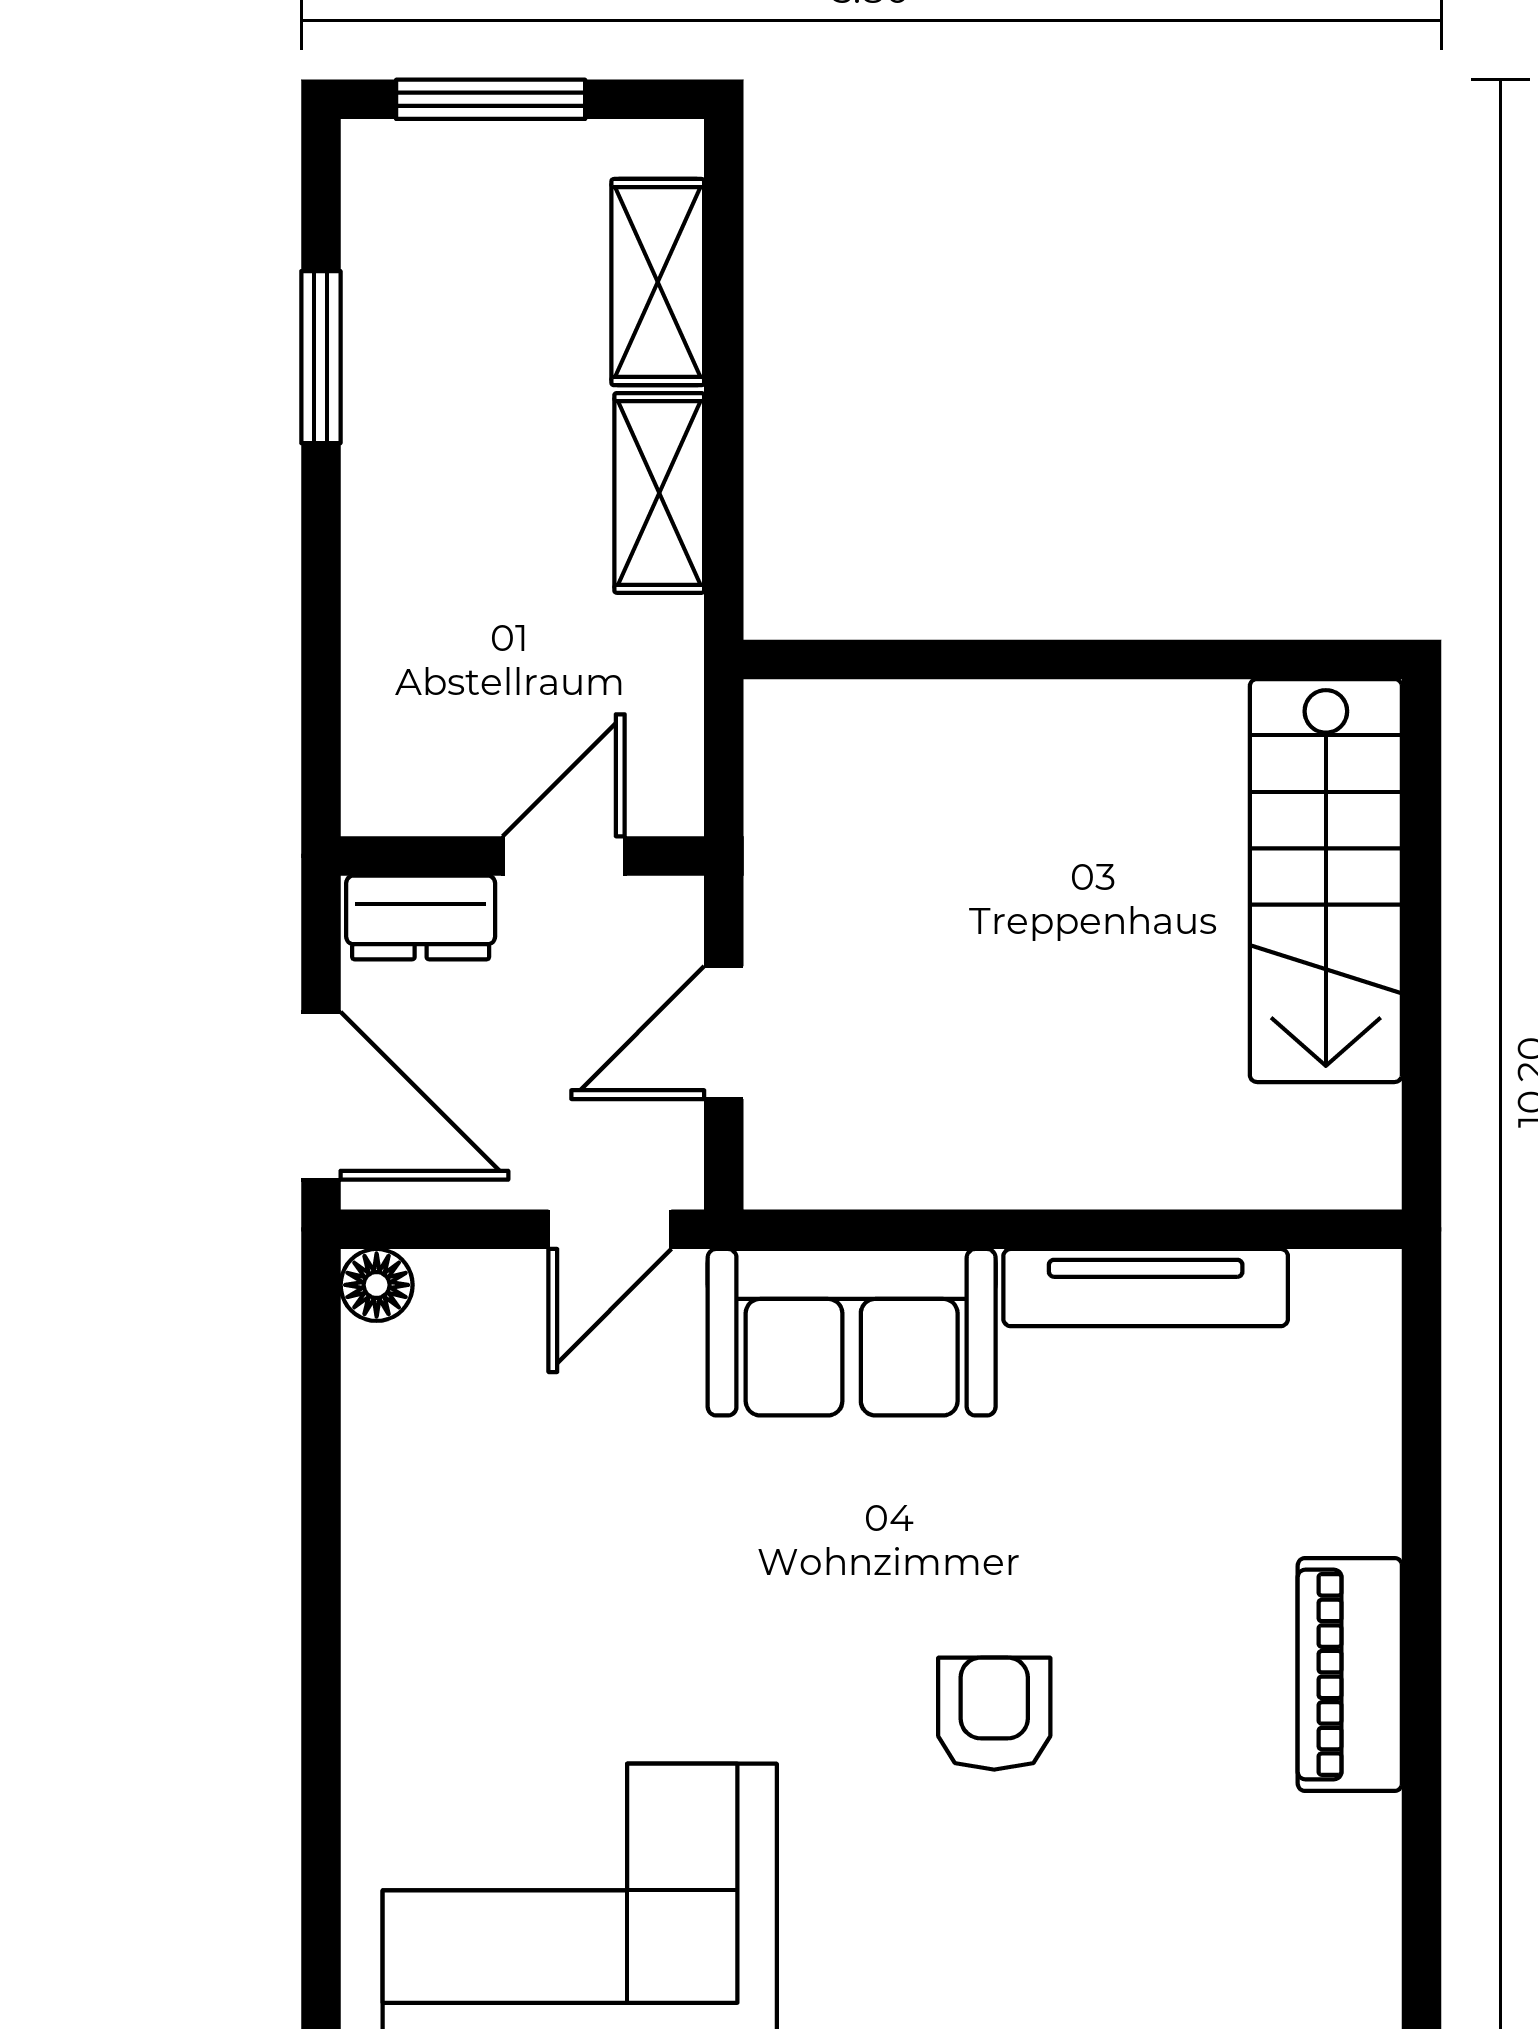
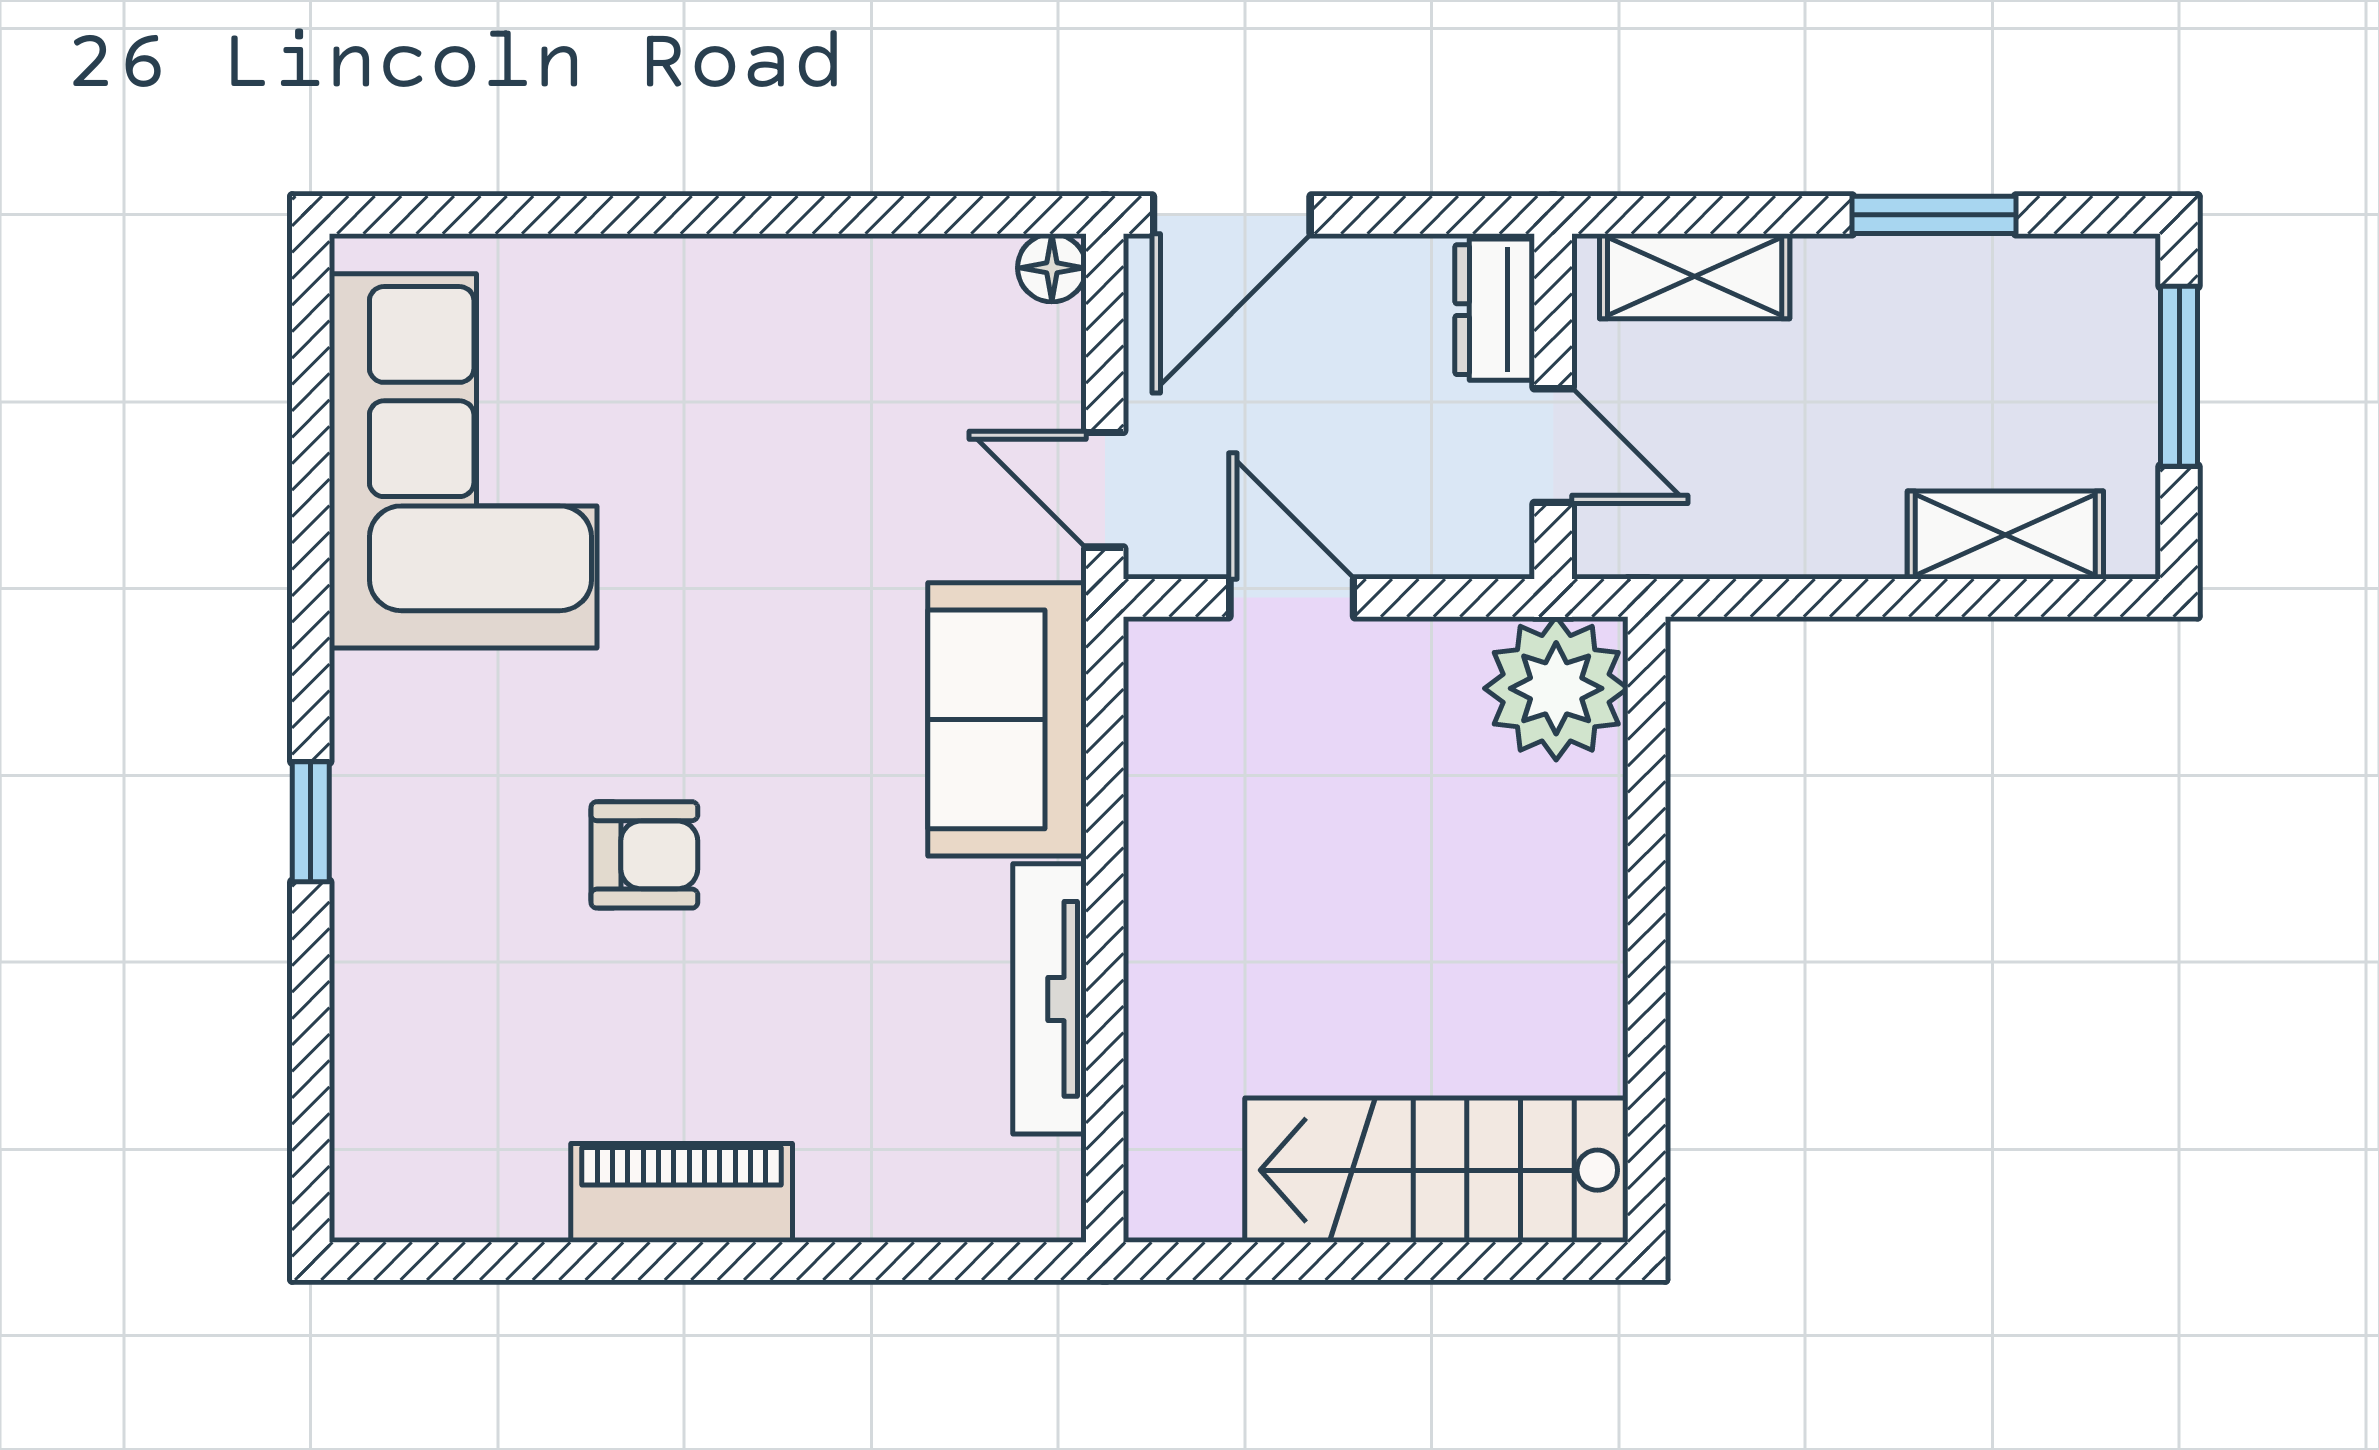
shelving: (659, 493) -> (1695, 276), moved
plant: (819, 755) -> (1556, 688), added
wall: (522, 856) -> (1553, 406), moved
door: (564, 856) -> (1553, 446), moved
dresser: (421, 917) -> (1495, 310), moved

